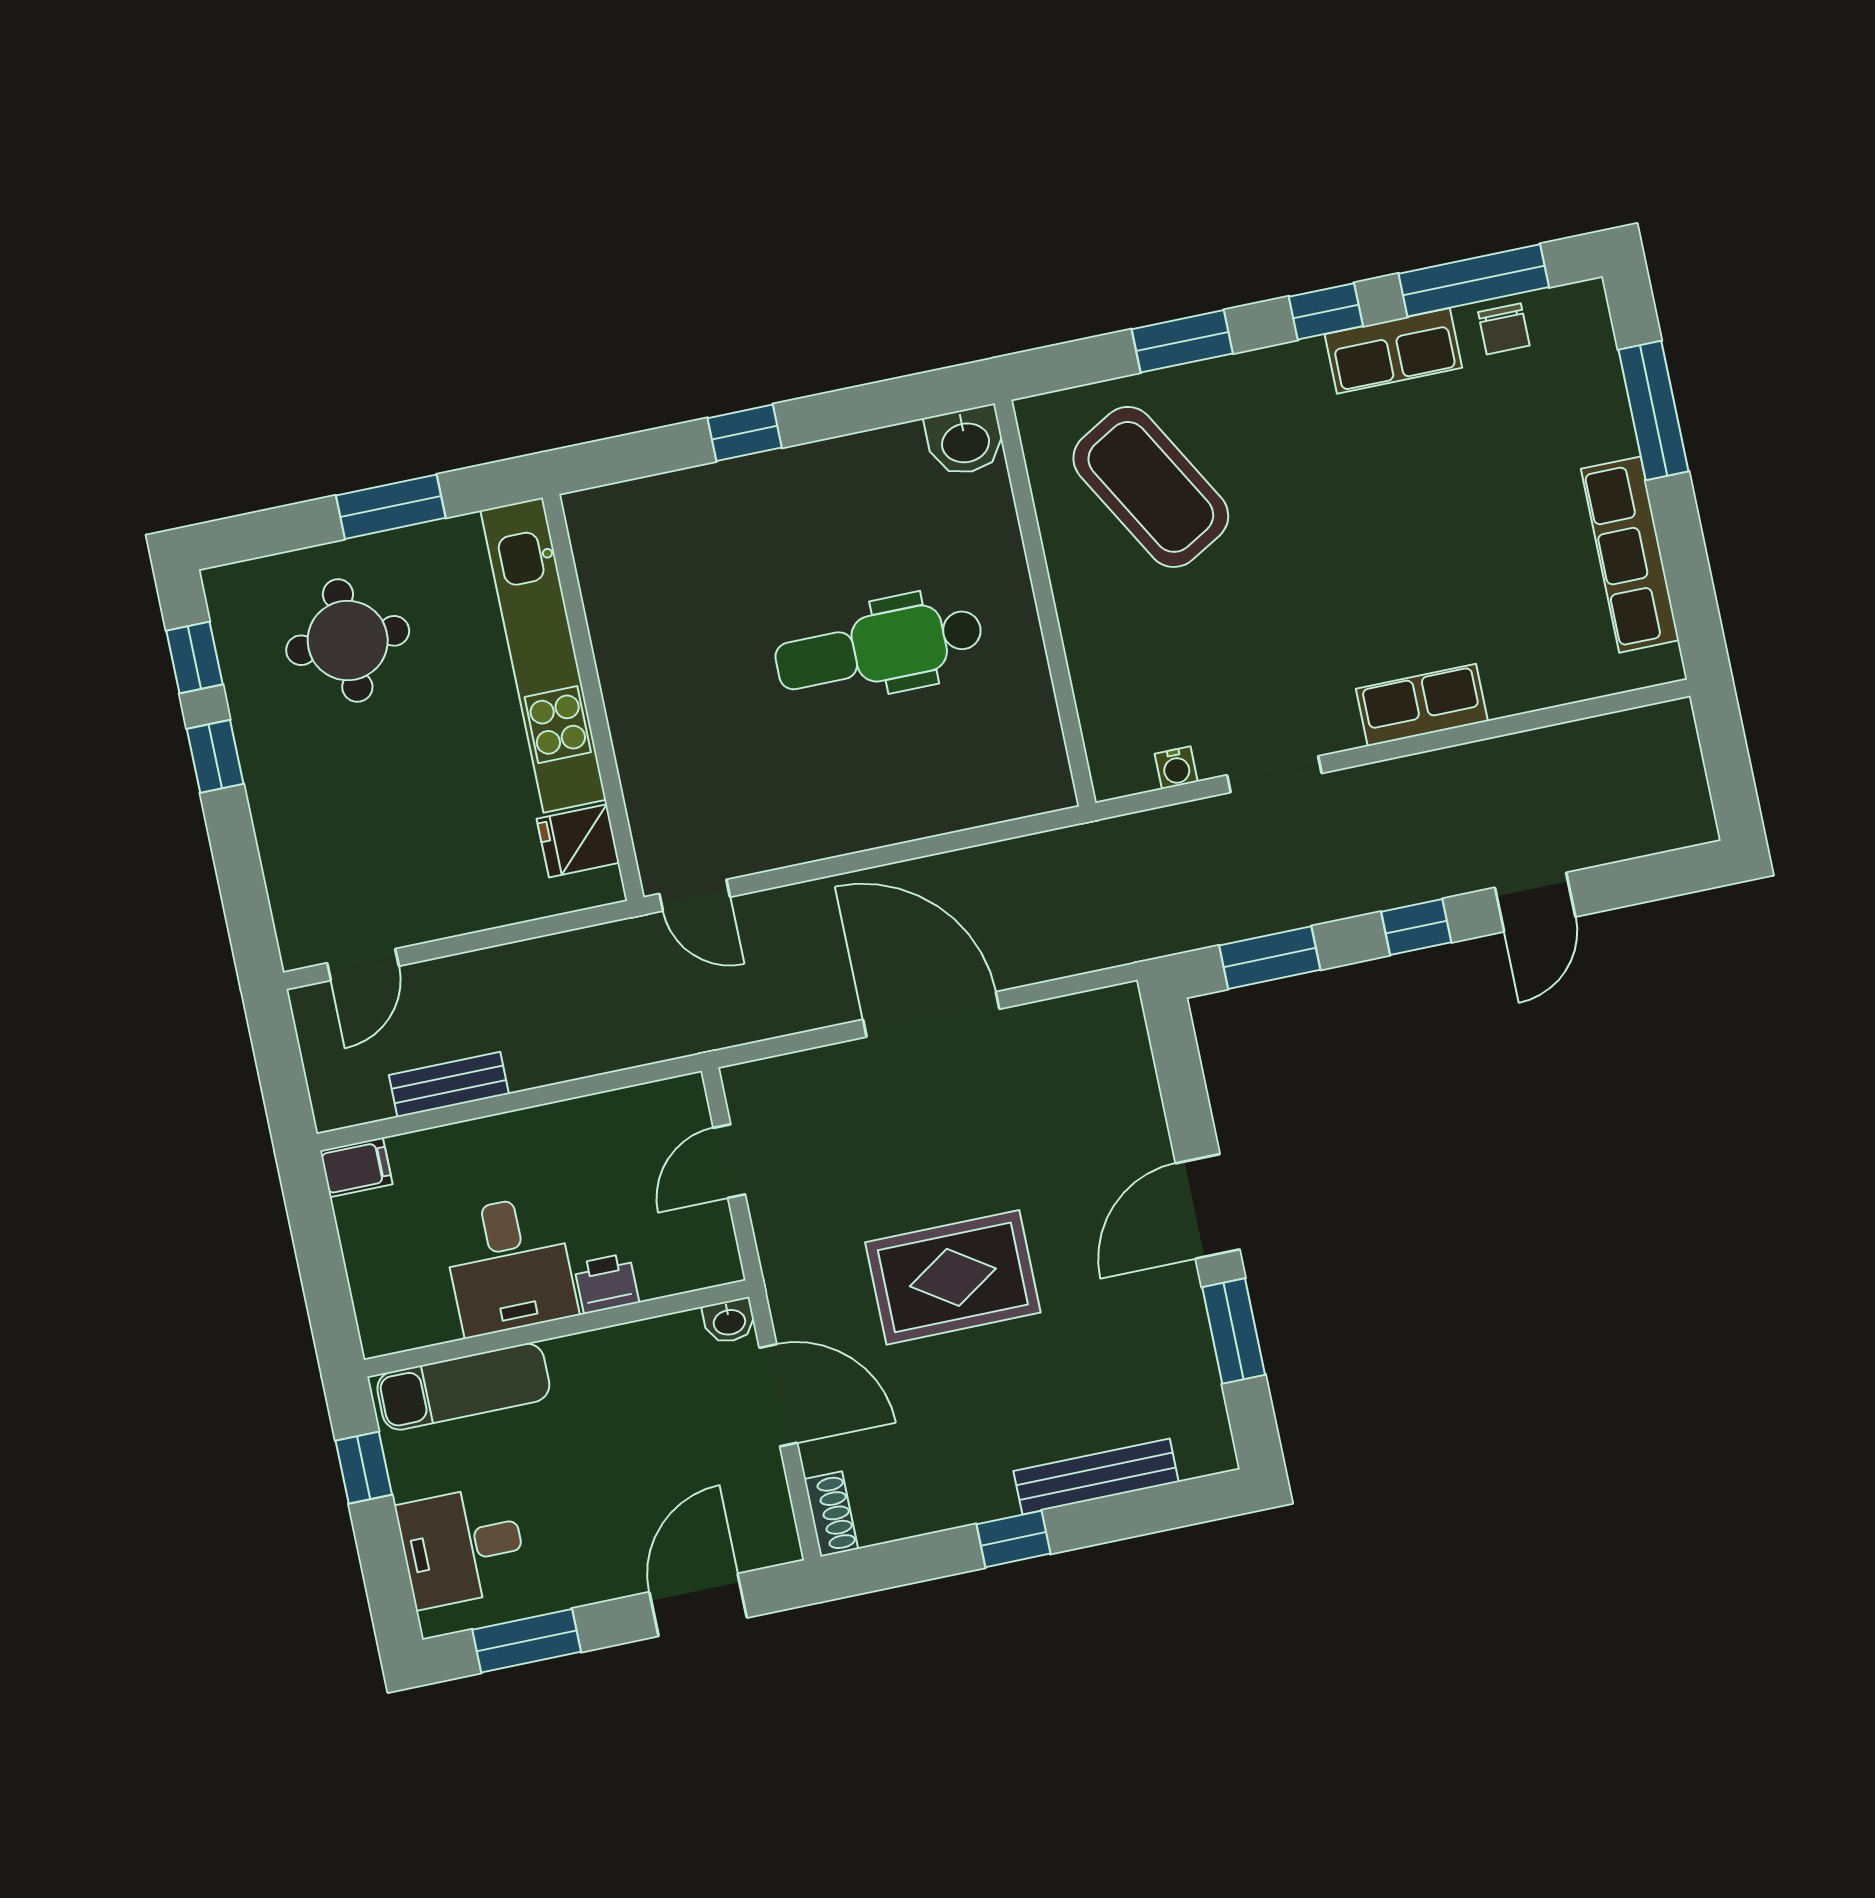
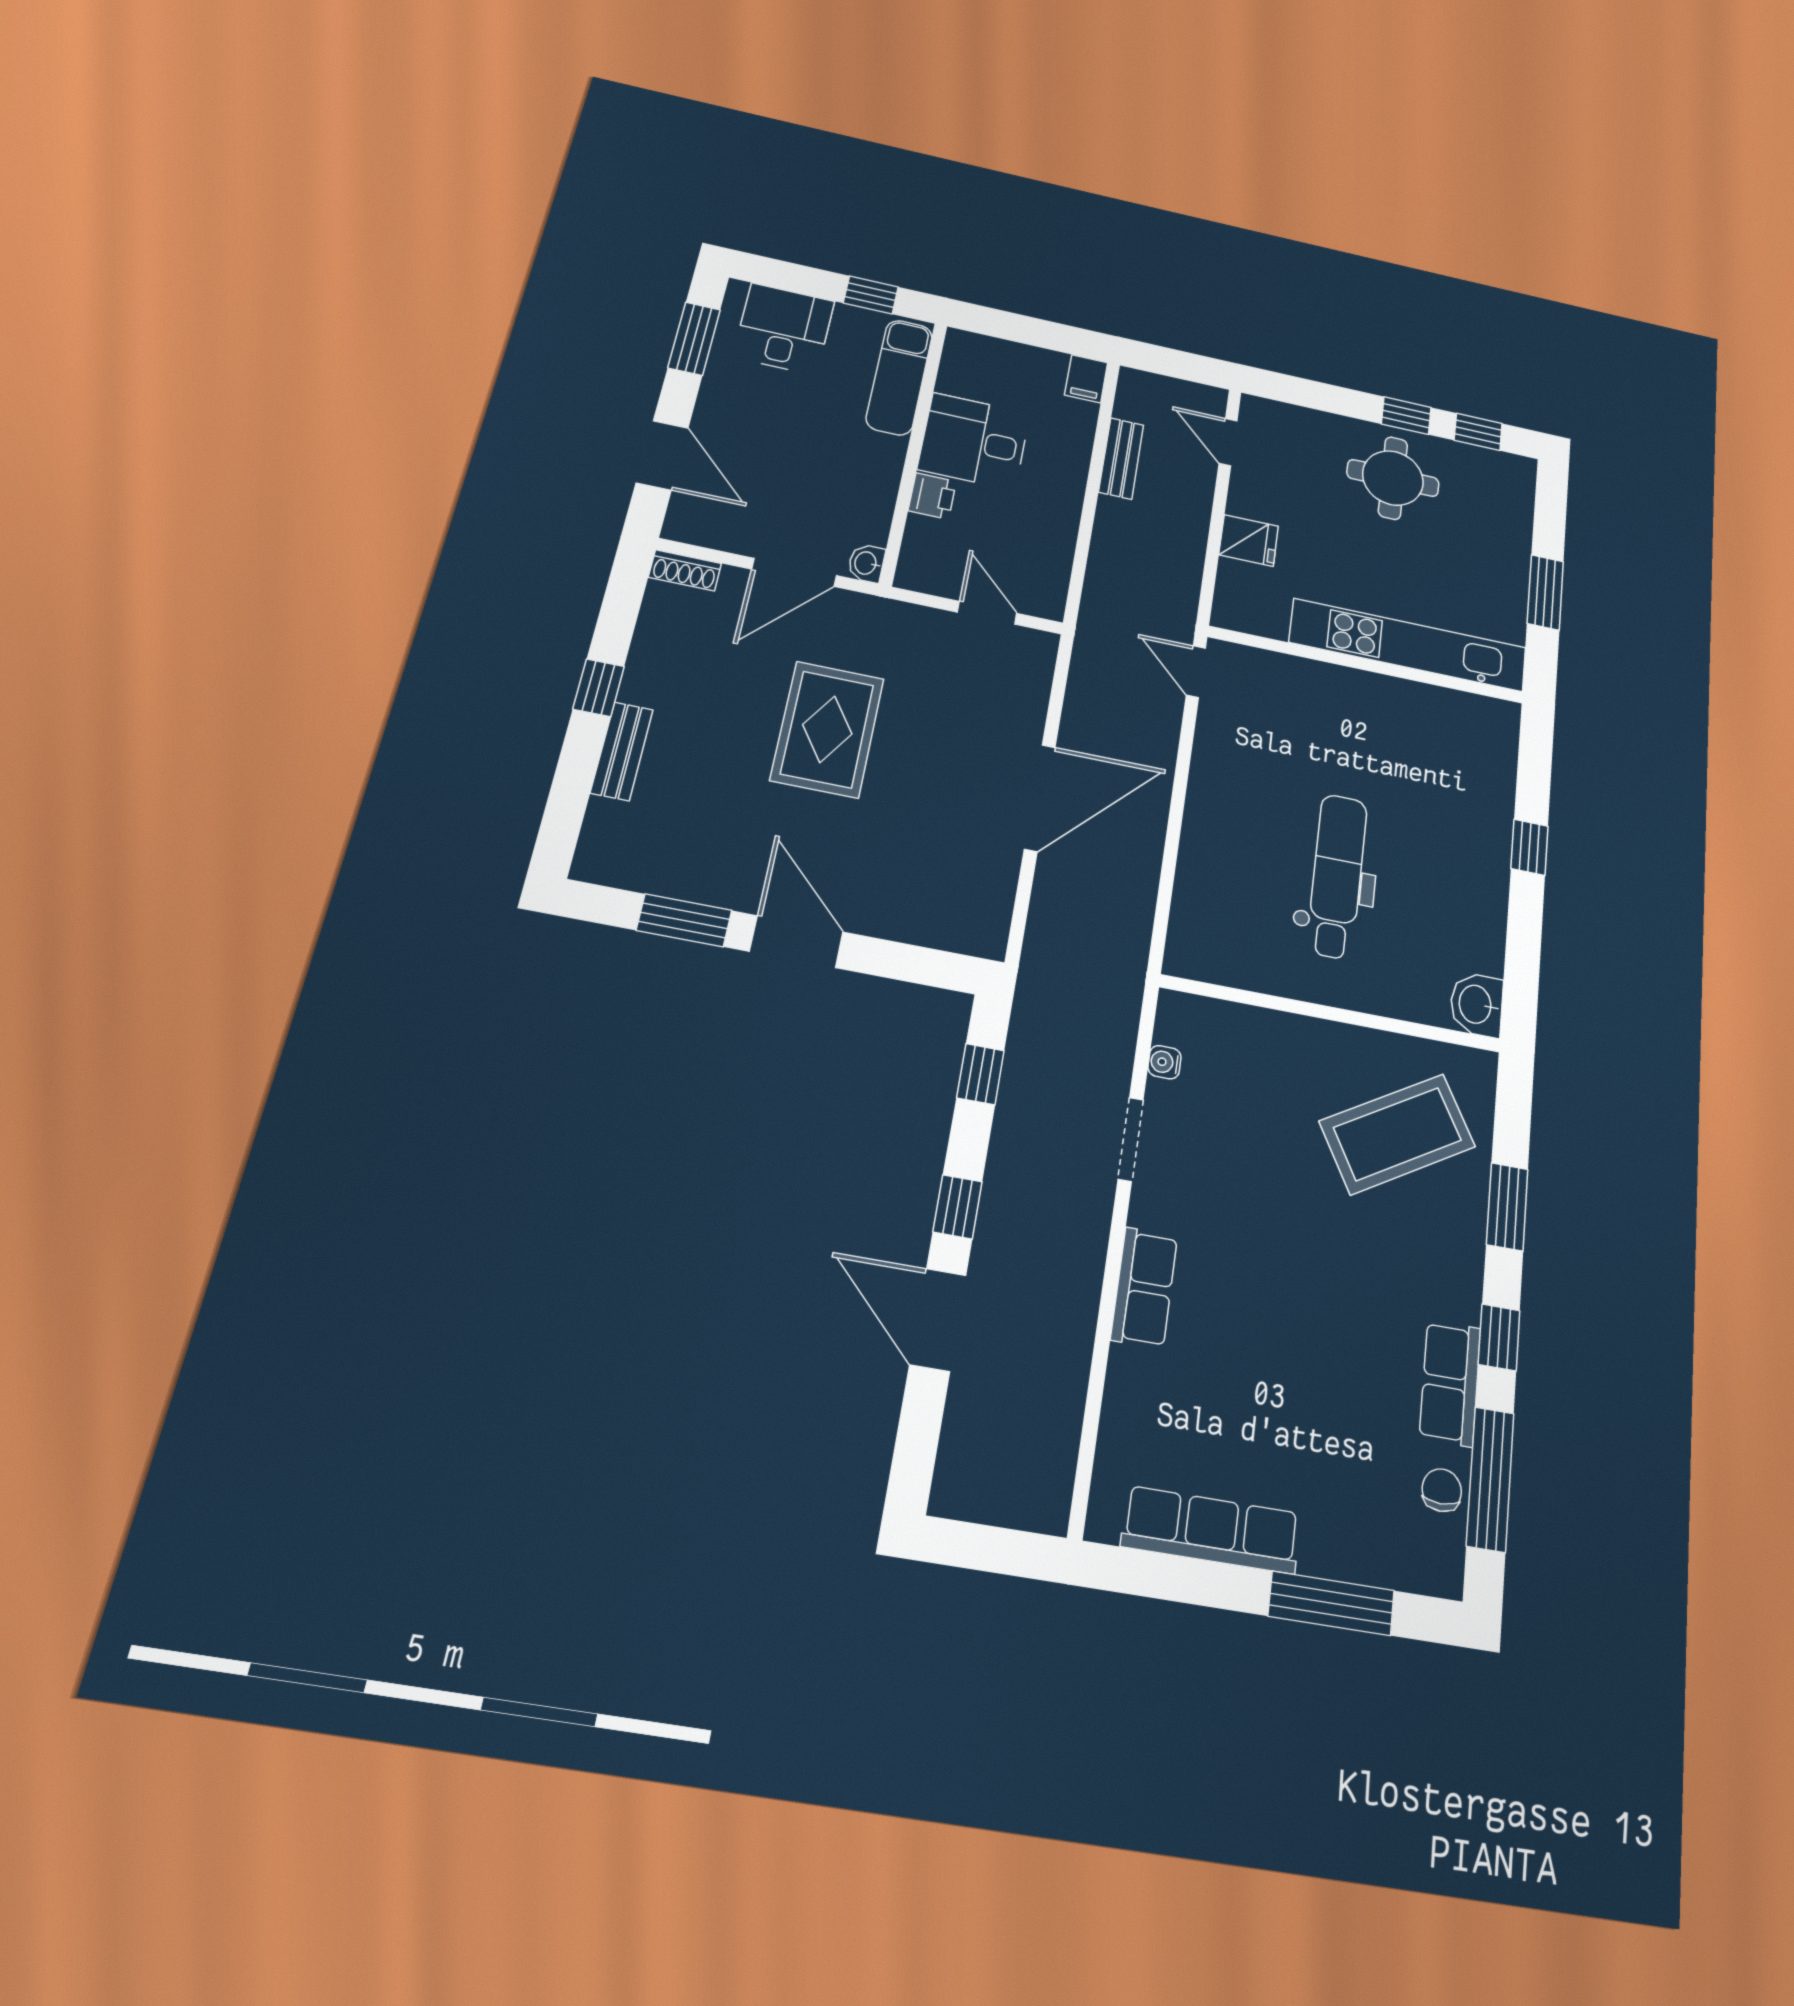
chair: (1504, 329) -> (1442, 1490), turned 90
round table: (348, 641) -> (1393, 478), moved
fridge: (578, 841) -> (1249, 540), moved, turned 90
door: (695, 895) -> (1196, 672), hinge flipped
door: (1535, 902) -> (938, 1320), width x1.38
window: (1270, 958) -> (980, 1074), width x0.67
bench: (1096, 1476) -> (622, 751), width x0.73

